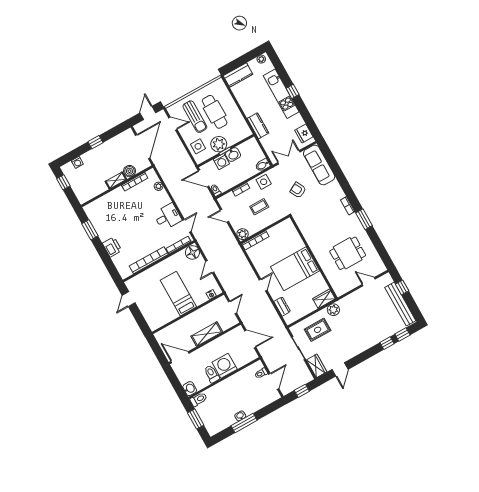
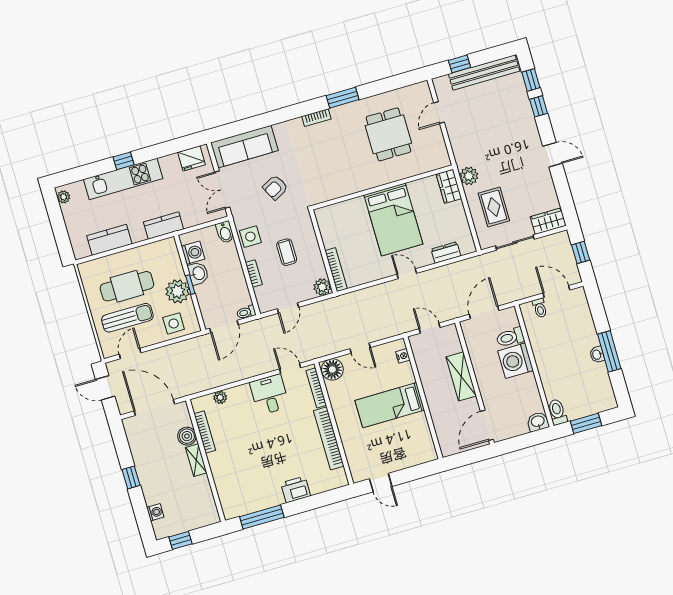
kitchen counter: (238, 75) -> (109, 240), moved, turned -90
washing machine: (221, 162) -> (193, 253), moved
window: (90, 230) -> (262, 517), width x1.44
door: (340, 369) -> (553, 155), moved
toilet: (212, 374) -> (510, 337), moved

